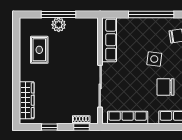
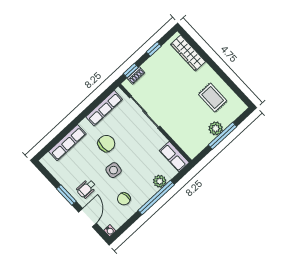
plant: (137, 24) -> (160, 181), added
row of seats: (109, 40) -> (174, 157), width x0.68
side table: (154, 59) -> (114, 170), moved
chair: (166, 87) -> (106, 143), moved

